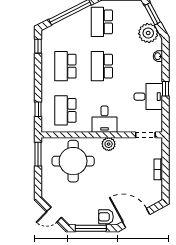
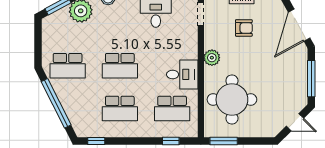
desk: (105, 119) -> (182, 74), moved
door: (54, 215) -> (295, 122), hinge flipped
armchair: (106, 217) -> (244, 28), moved, turned -90

